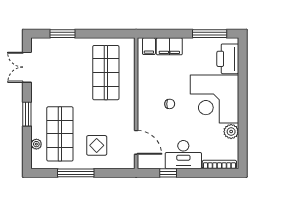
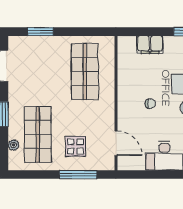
filing cabinet: (149, 46) -> (129, 45), removed
window: (76, 173) -> (78, 175), moved
window: (168, 173) -> (149, 175), removed

